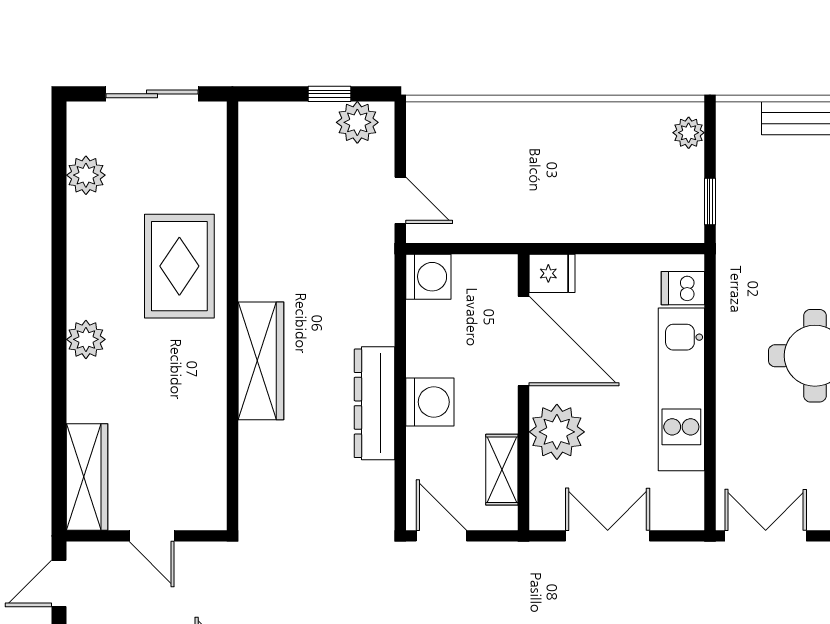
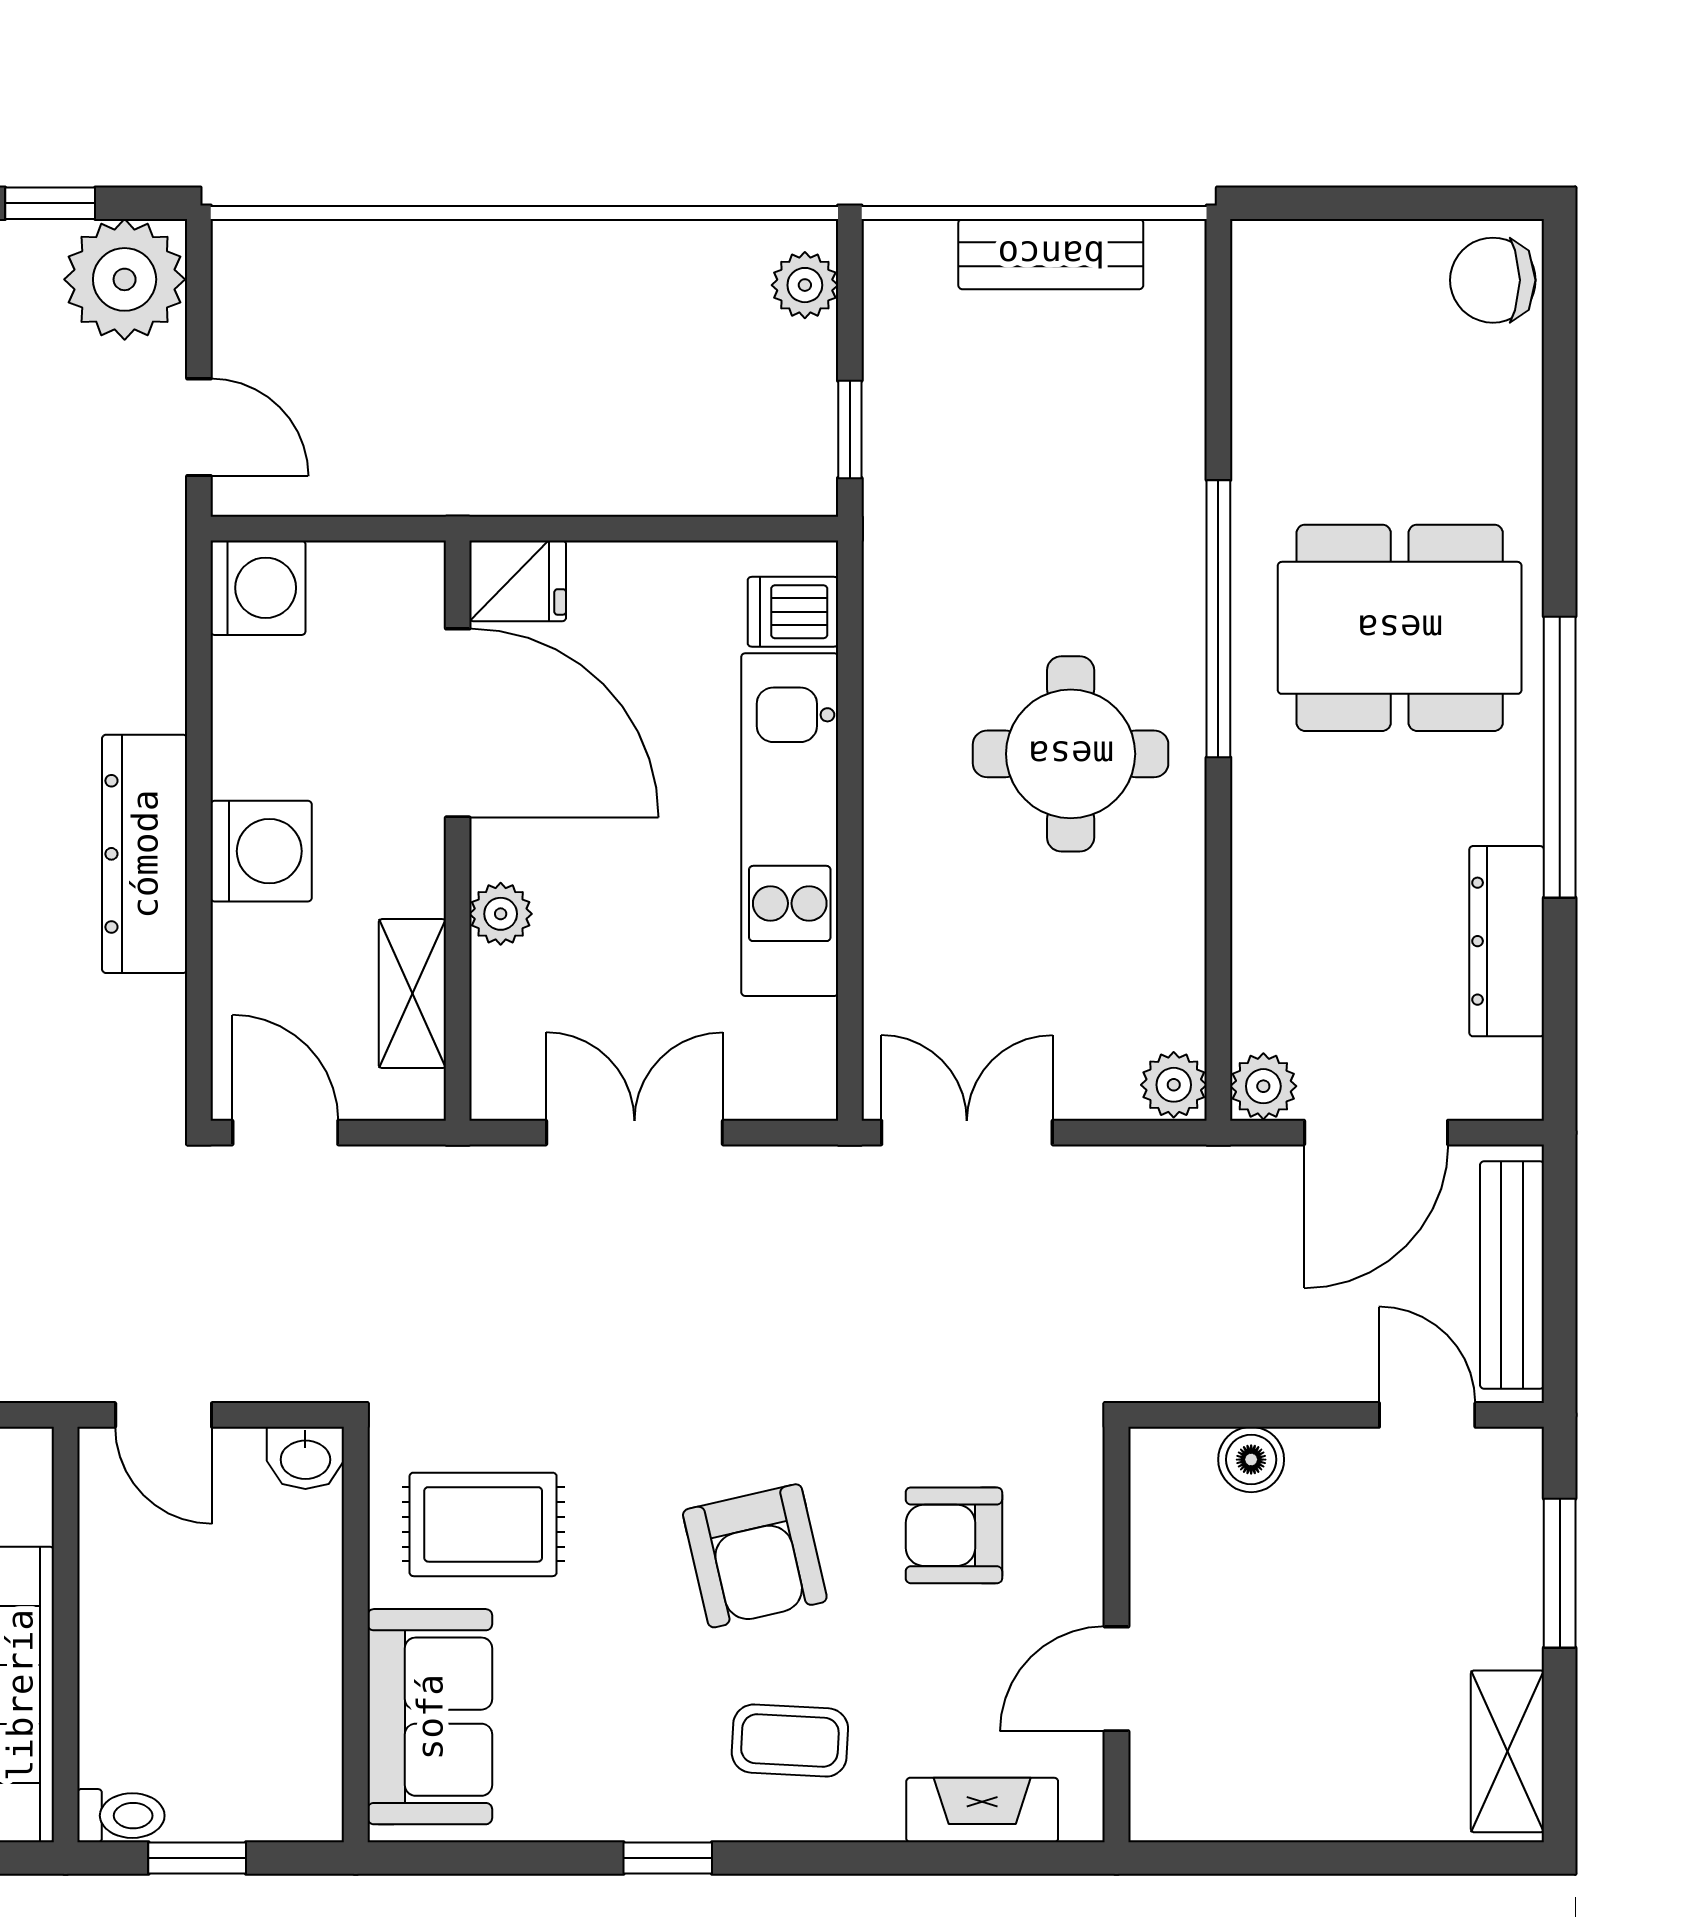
plant: (357, 122) -> (125, 279), width x1.36, depth x1.36
plant: (557, 432) -> (501, 914), width x0.53, depth x0.53

